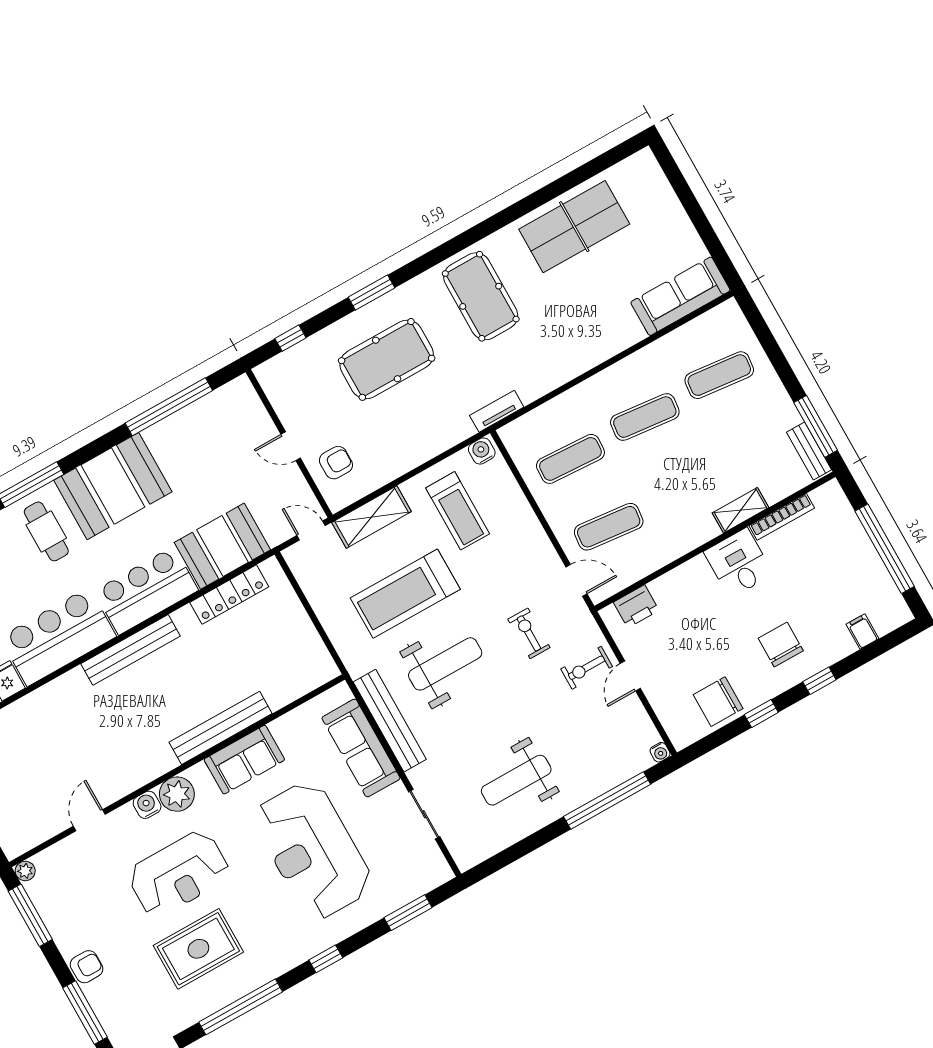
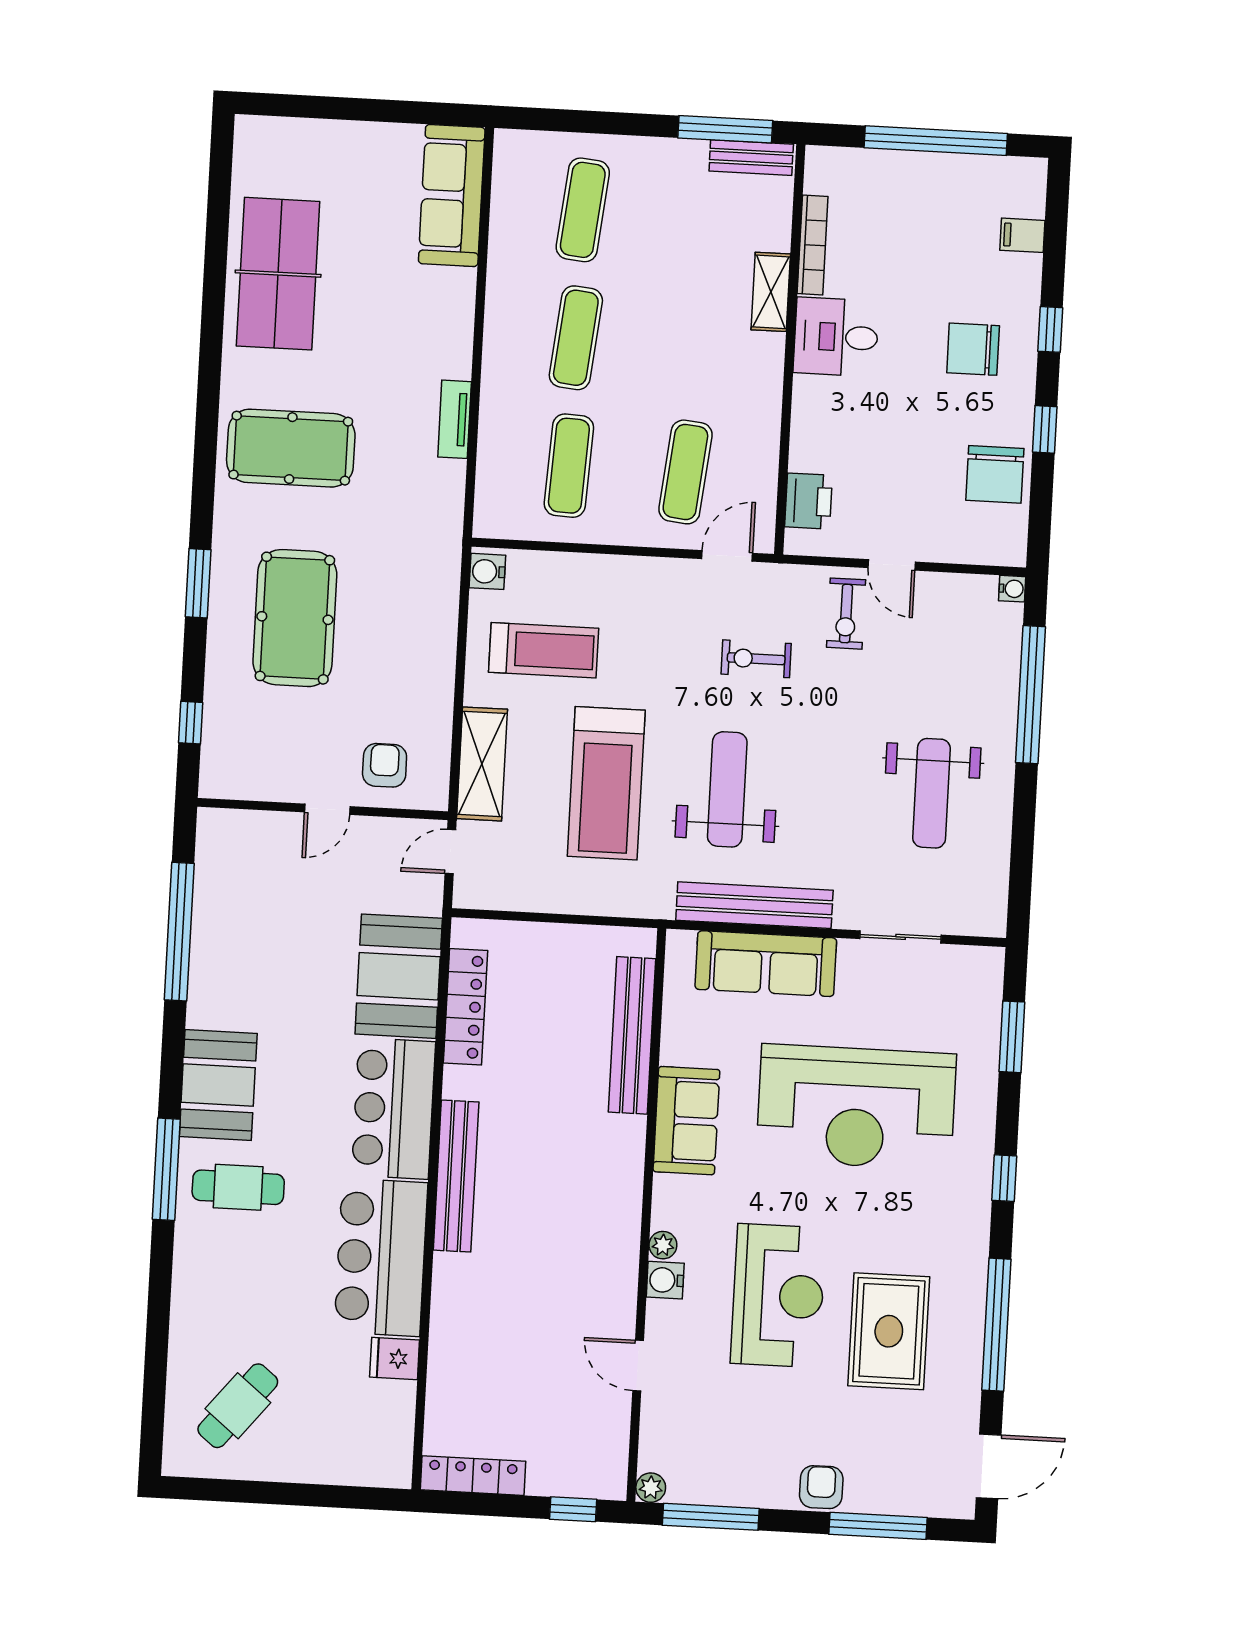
tv unit: (497, 411) -> (455, 419), moved
booth: (113, 486) -> (218, 1085), width x0.73, depth x0.70
bench: (221, 728) -> (632, 1035), moved
plant: (177, 794) -> (663, 1245), width x0.53, depth x0.53

